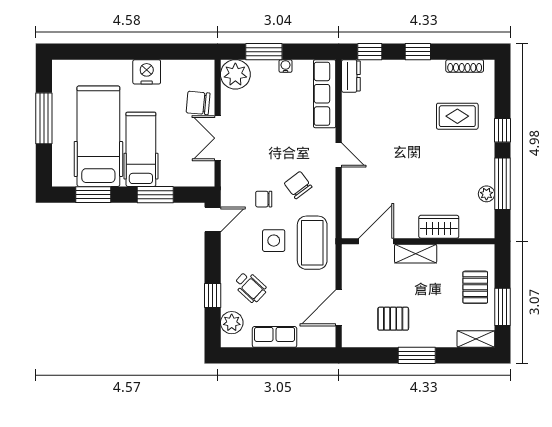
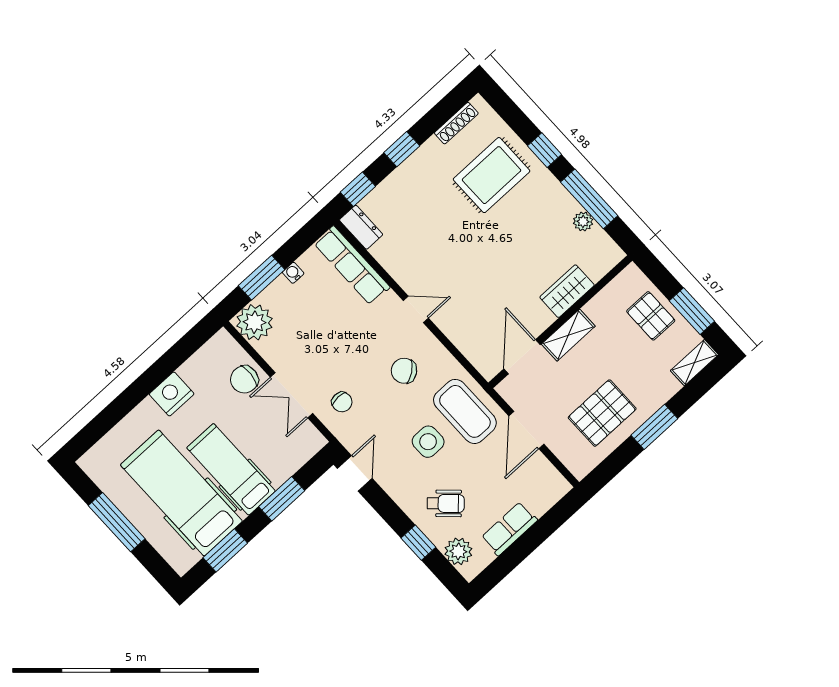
rug: (457, 116) -> (492, 175), width x1.36, depth x1.43
chair: (264, 199) -> (342, 402), moved, turned -91
door: (339, 308) -> (526, 430), moved
pallet: (393, 319) -> (602, 413), width x1.50, depth x1.42

